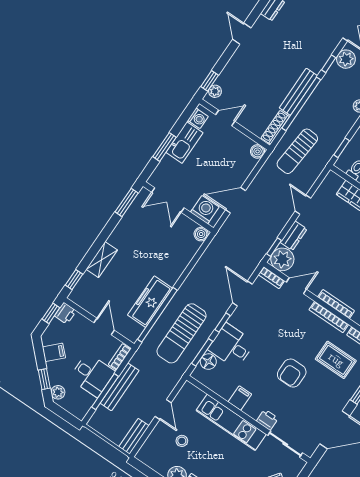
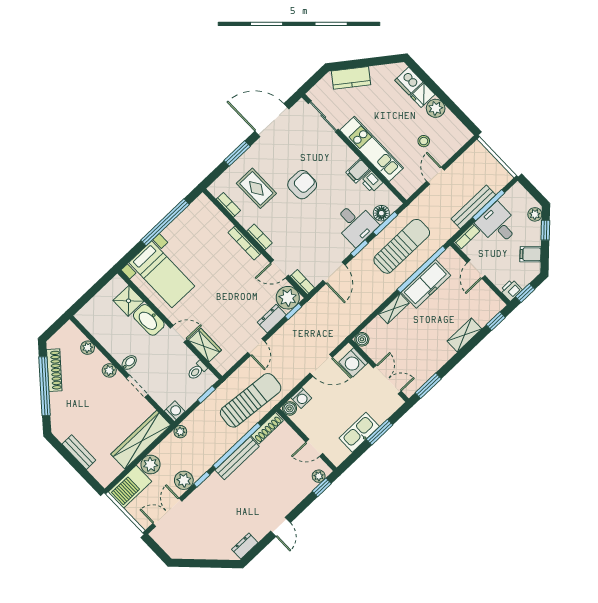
washing machine: (198, 118) -> (301, 398), moved, turned 180
sun lounger: (297, 151) -> (251, 400), width x1.36, depth x1.34
shelving: (176, 271) -> (394, 309), added
bookcase: (329, 317) -> (259, 237), width x0.64
printer: (267, 420) -> (372, 182), moved
bench: (134, 436) -> (470, 156), removed

